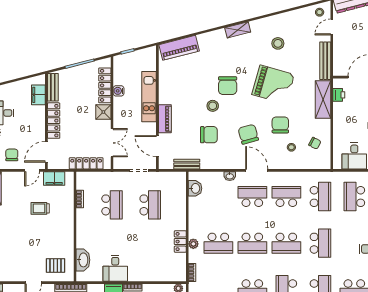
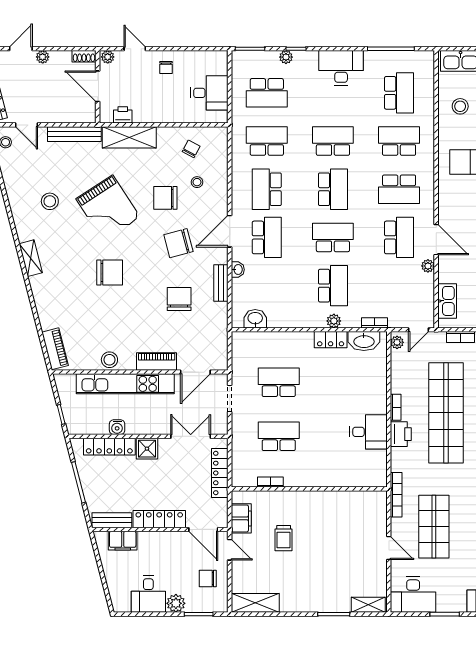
piano: (179, 48) -> (55, 349), width x0.73, depth x0.75
grand piano: (273, 85) -> (108, 208), turned 131
kitchen unit: (149, 97) -> (125, 384), width x1.36
stool: (213, 106) -> (109, 360), moved
bench: (187, 164) -> (221, 283), moved
school desk: (252, 197) -> (267, 237), turned 180
school desk: (252, 243) -> (333, 237), turned -90
washbasin: (83, 260) -> (364, 341), moved, turned 180
pallet: (56, 265) -> (364, 516), removed

